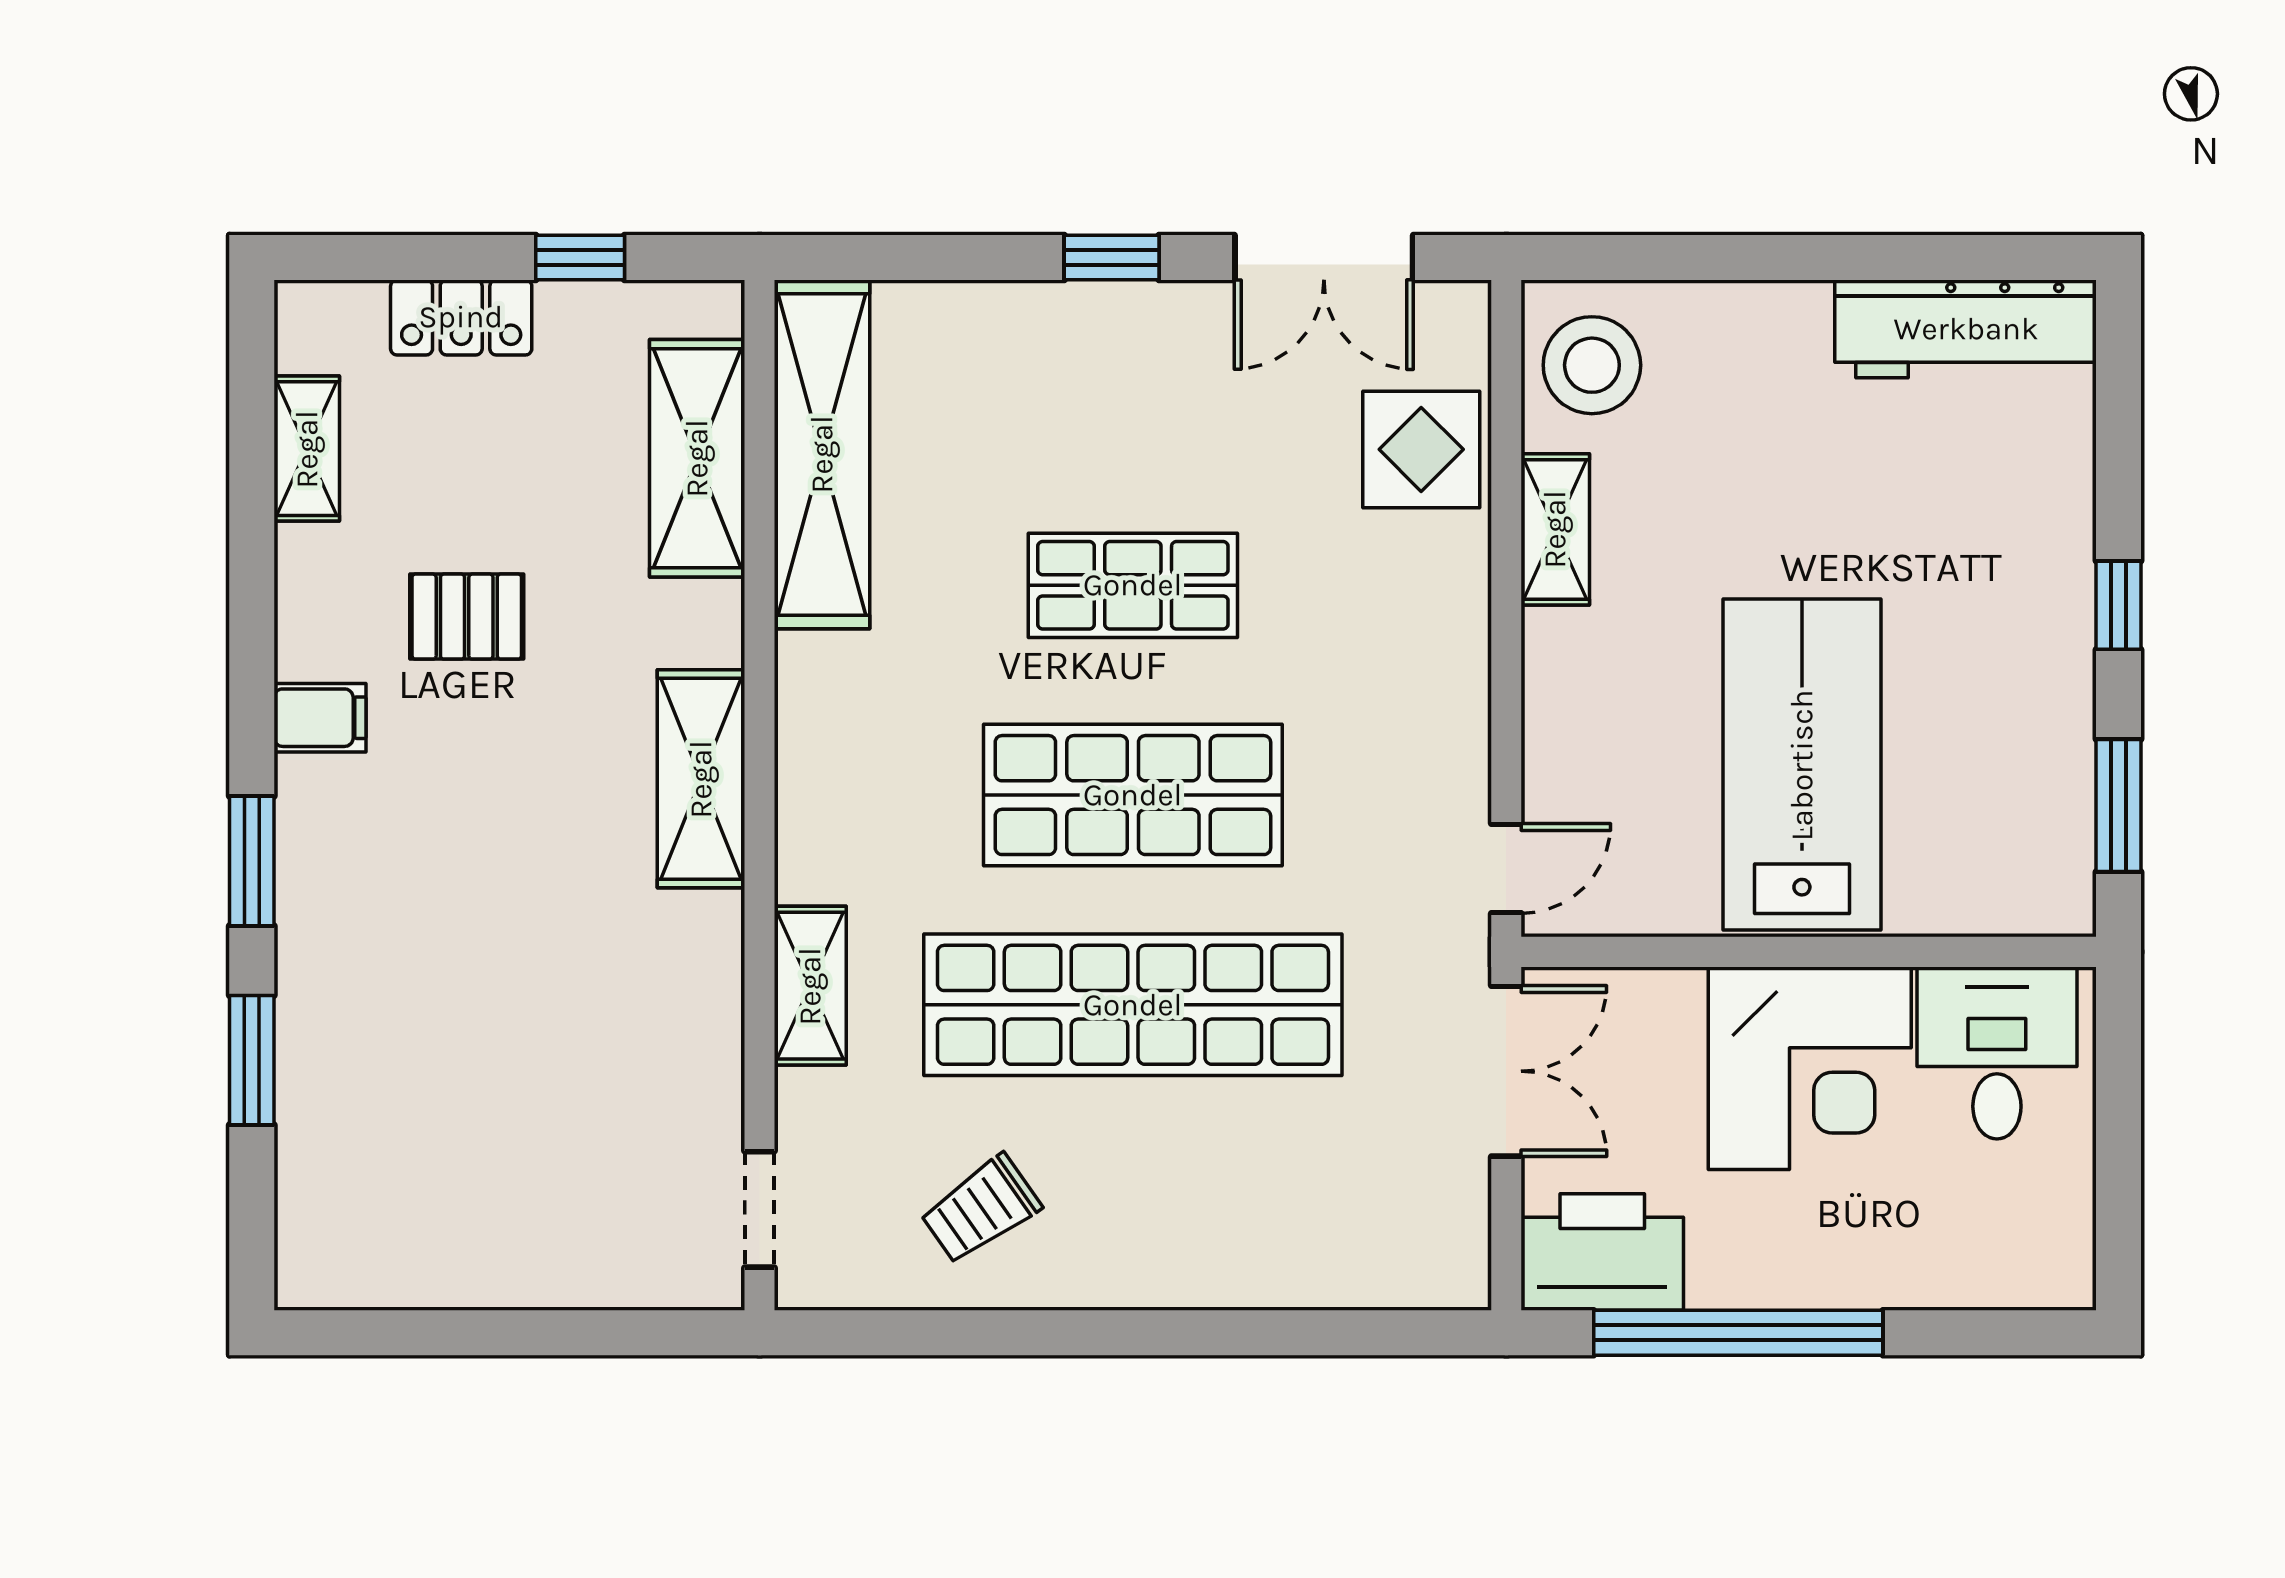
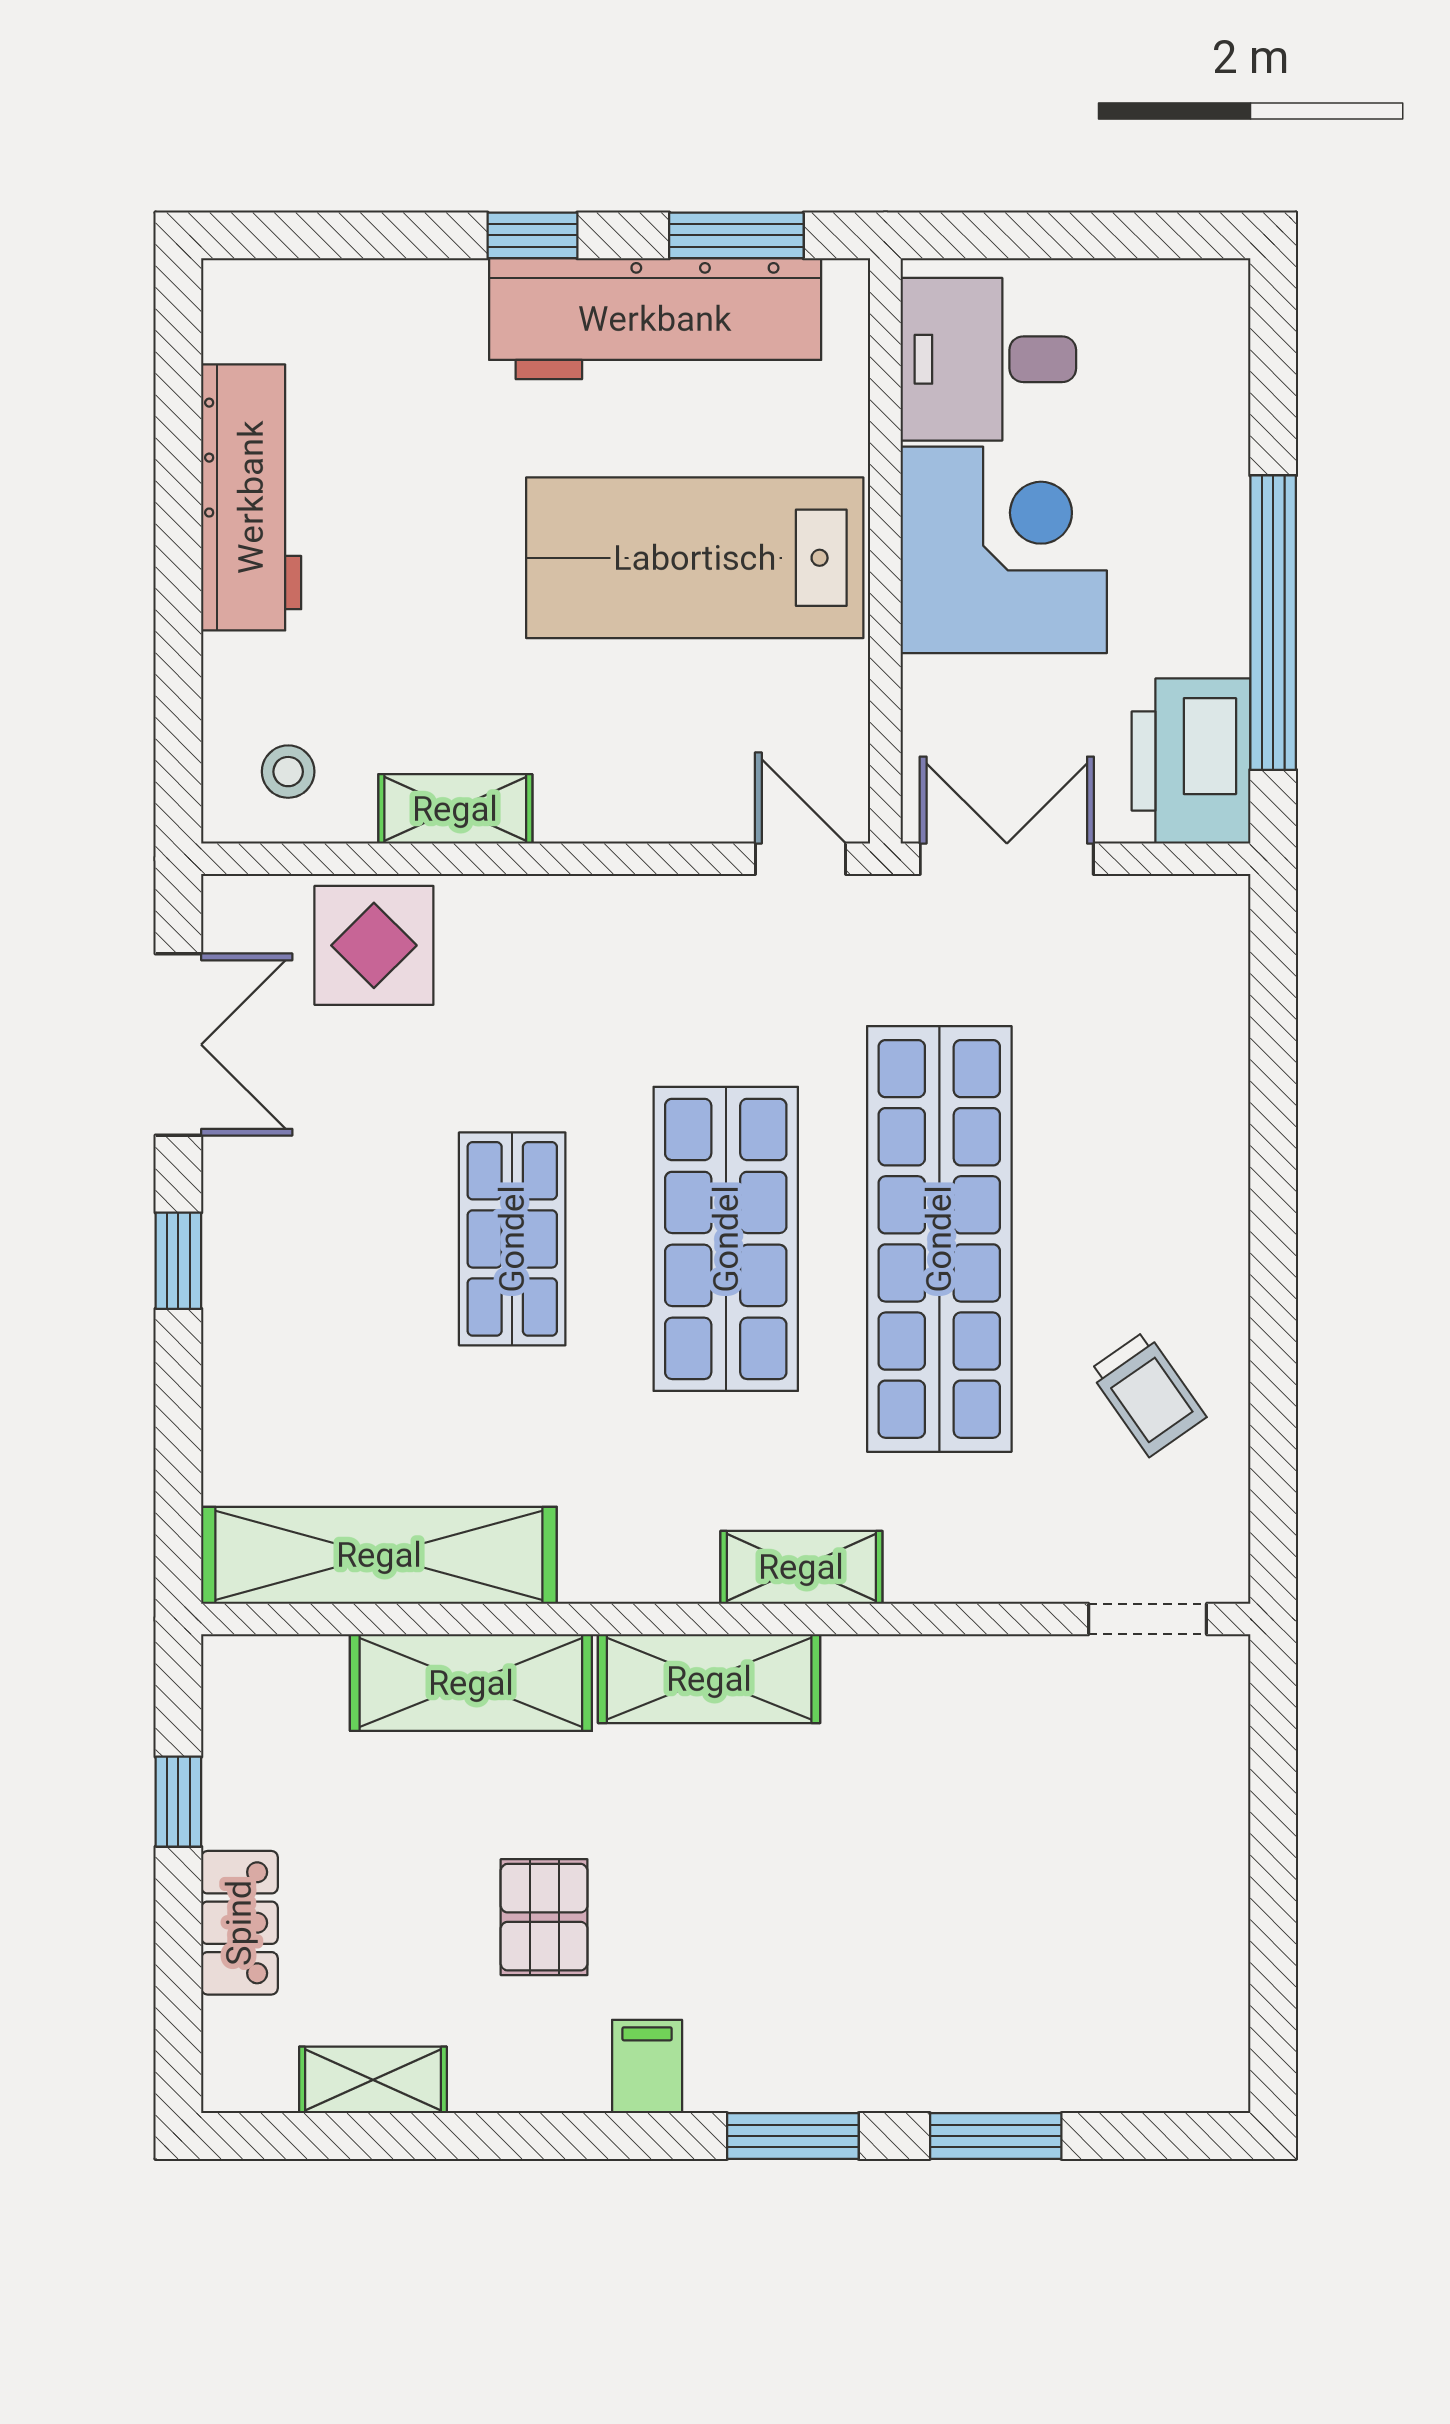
workbench: (1966, 329) -> (251, 497), moved
stool: (1592, 365) -> (288, 772), width x0.53, depth x0.53
shelving: (697, 458) -> (471, 1683), moved
workbench: (2037, 726) -> (655, 319), added
shelving: (810, 986) -> (801, 1567), moved

